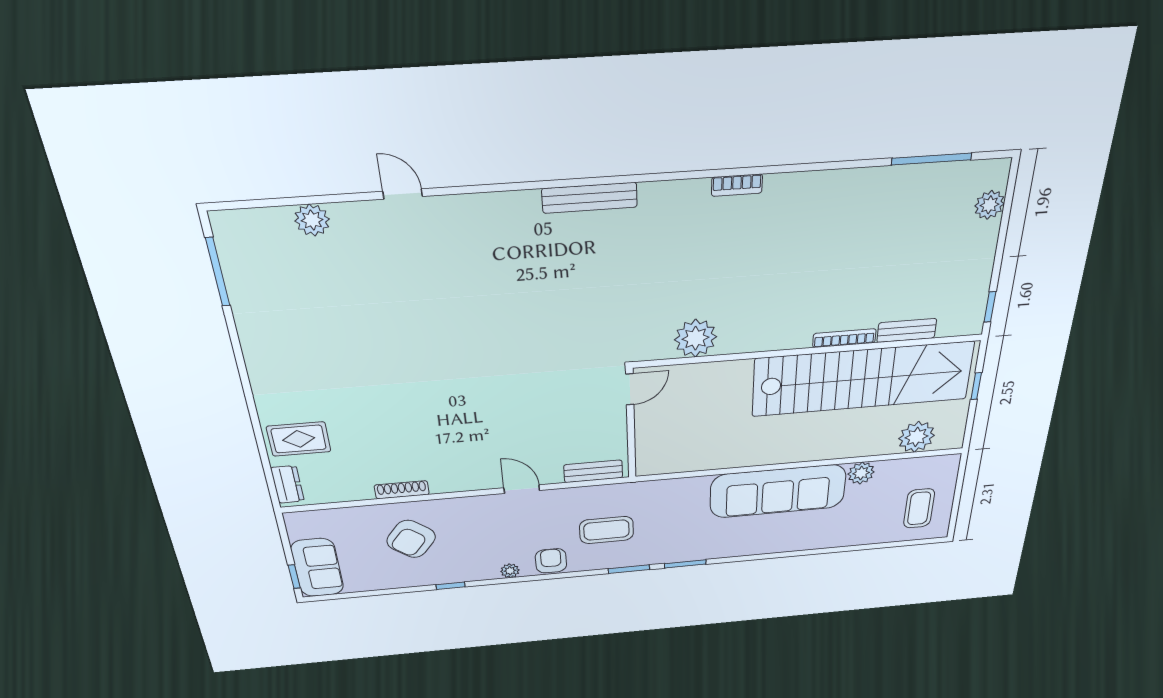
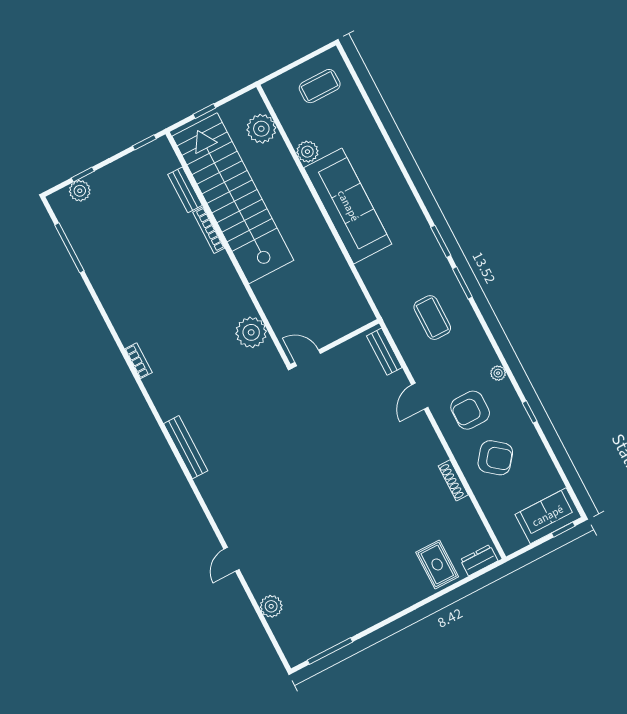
window: (1005, 217) -> (83, 174), added
armchair: (551, 561) -> (470, 410), moved, width x1.38, depth x1.38

